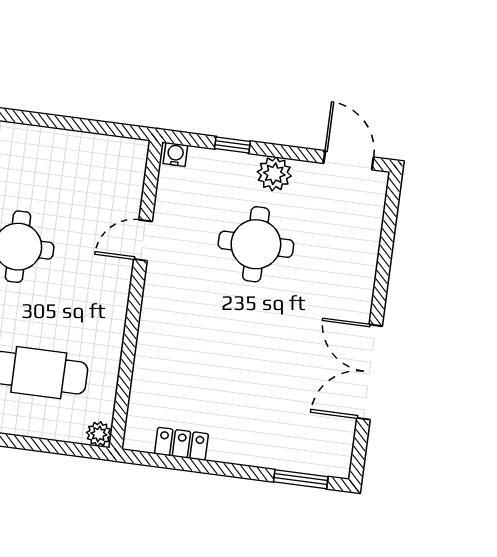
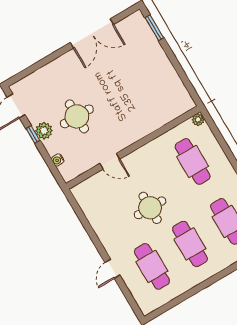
window: (232, 145) -> (33, 134), moved
water cooler: (175, 154) -> (58, 160), moved
locker: (181, 444) -> (177, 85), removed

